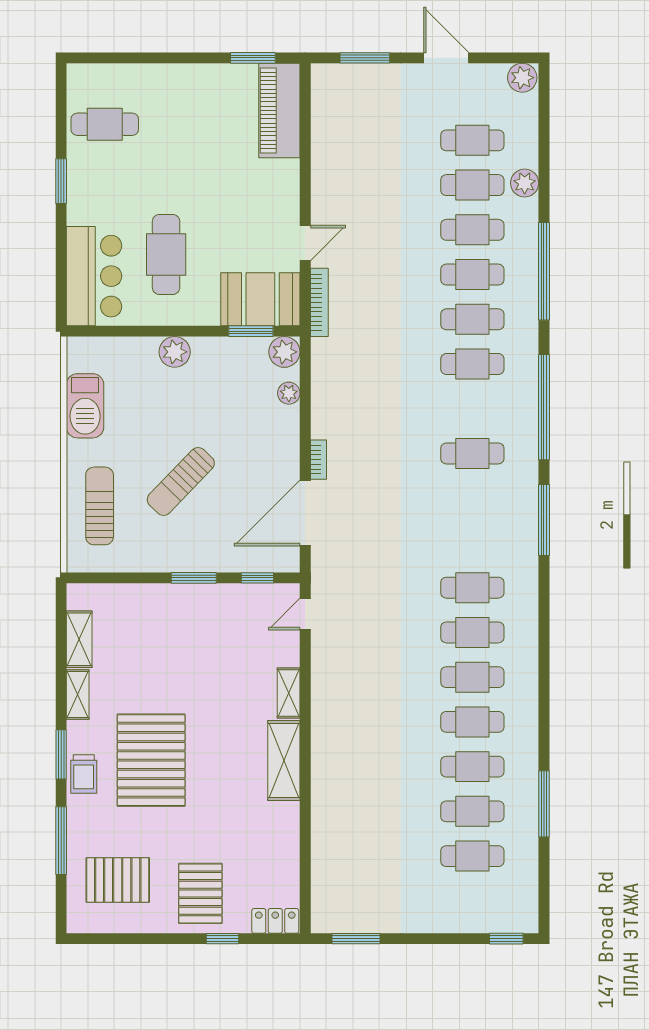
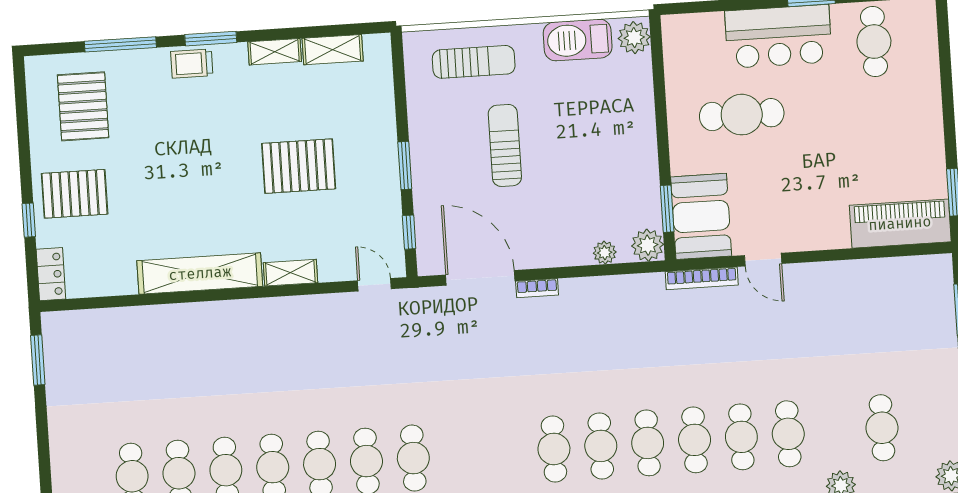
cafe table: (472, 185) -> (601, 446), moved
bar counter: (94, 276) -> (778, 36), moved
plant: (175, 352) -> (634, 38), moved
sun lounger: (181, 481) -> (505, 145), turned 46
pallet: (151, 760) -> (299, 166), moved, width x0.73, depth x0.71
shelving: (284, 761) -> (200, 274), width x1.47

